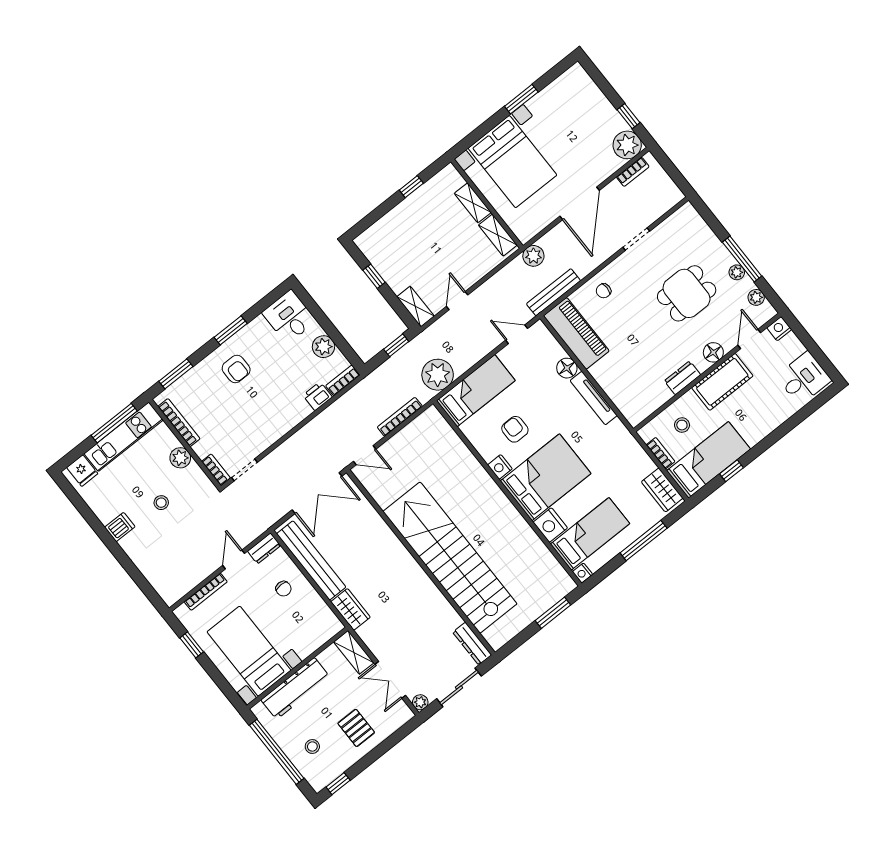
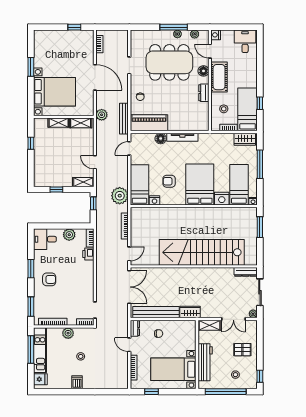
plant: (627, 145) -> (86, 37), removed
dining table: (687, 293) -> (169, 62), width x1.88, depth x1.24
nightstand: (500, 467) -> (155, 200), moved

